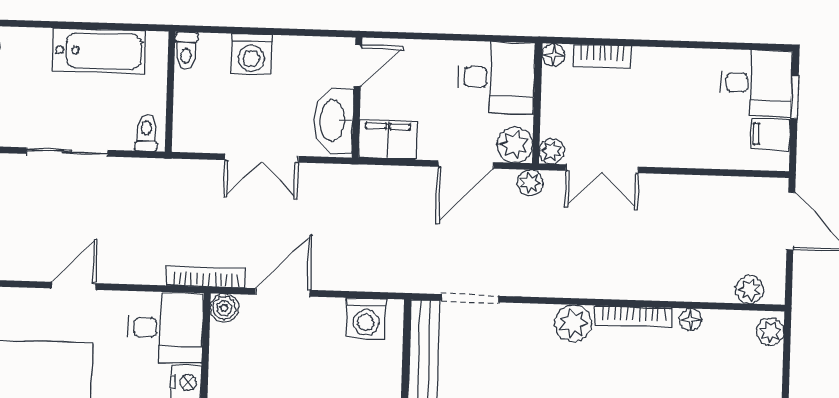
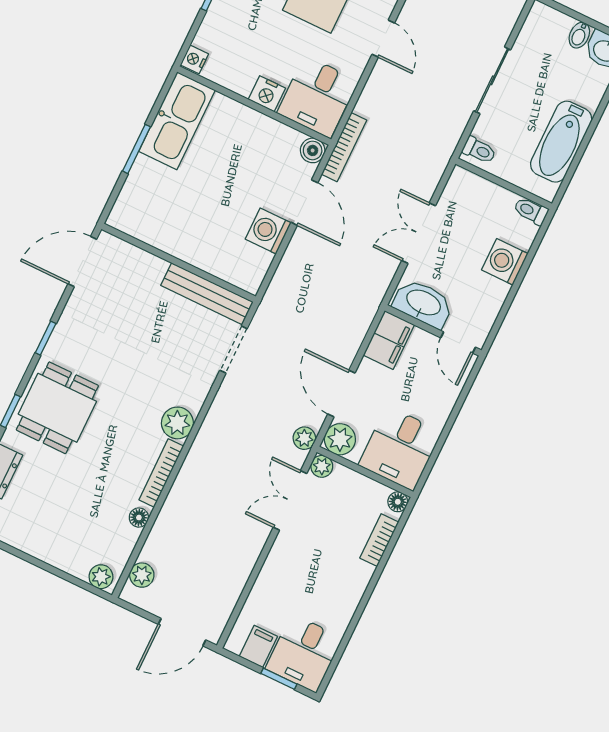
washing machine: (366, 318) -> (268, 231), moved

